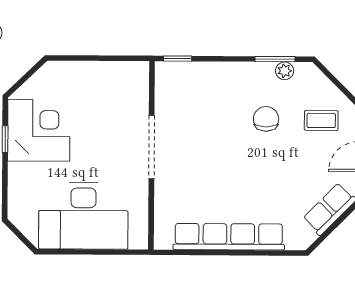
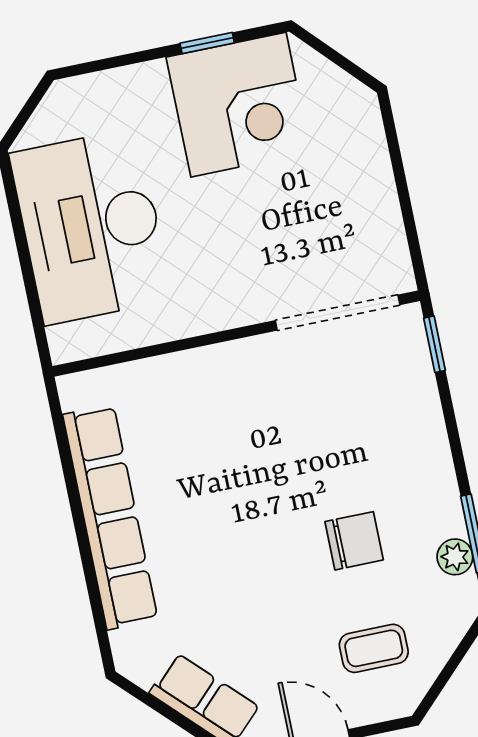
coffee table: (321, 120) -> (374, 648), turned 90
doorway: (151, 147) -> (338, 313), moved

